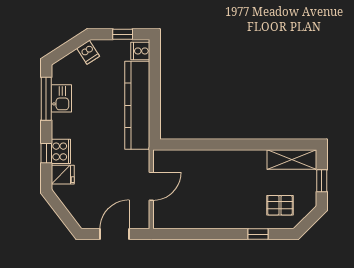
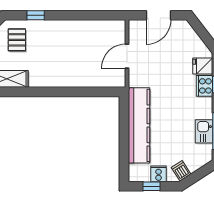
cooker: (140, 51) -> (159, 174), moved, turned -90
pallet: (280, 205) -> (17, 40), turned 90

